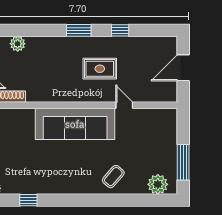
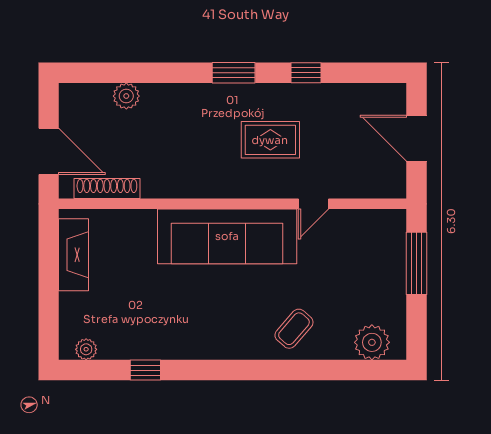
door: (183, 68) -> (417, 138), hinge flipped
door: (124, 105) -> (313, 204), swing flipped
window: (183, 162) -> (417, 263), moved

